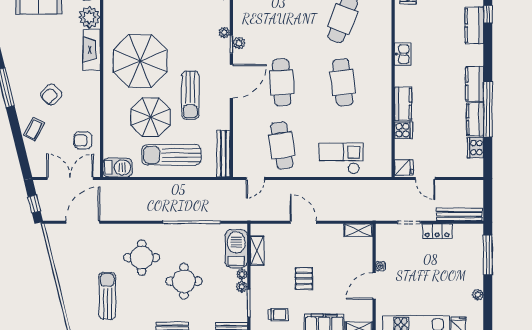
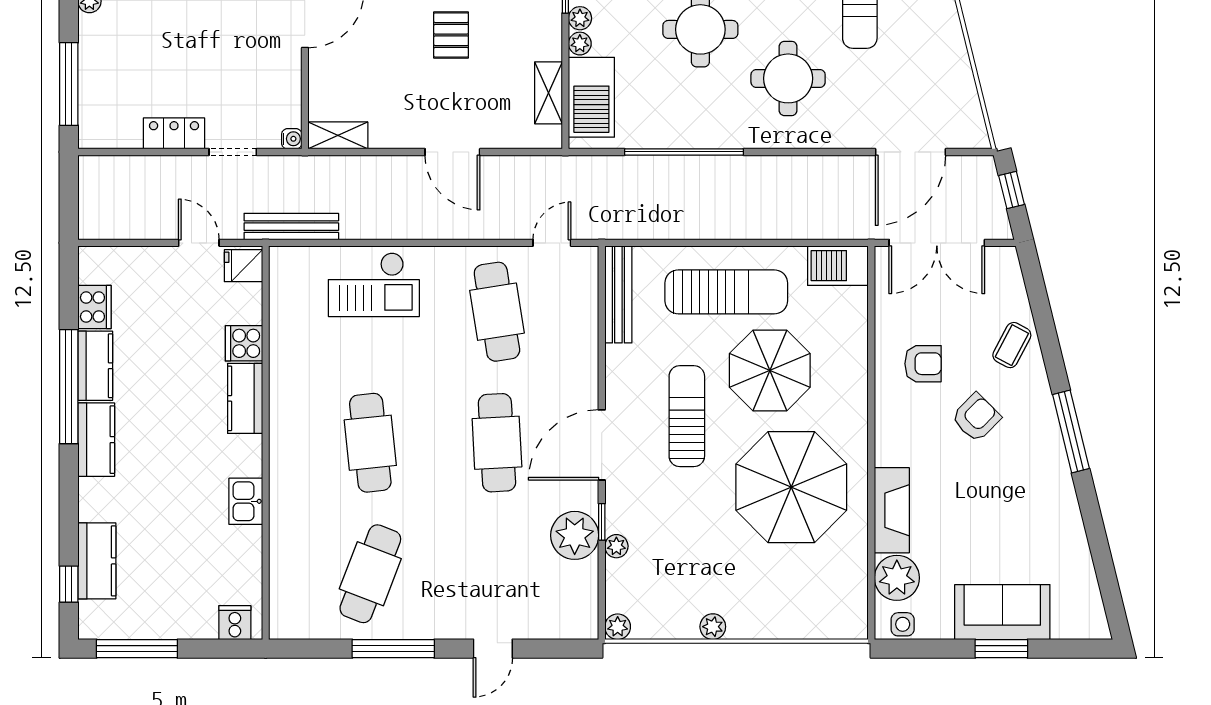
plant: (239, 43) -> (575, 535), width x1.87, depth x1.87
armchair: (83, 140) -> (923, 364), moved
bench: (459, 214) -> (291, 227), moved
water cooler: (381, 266) -> (292, 139), moved

